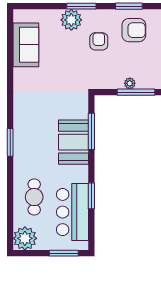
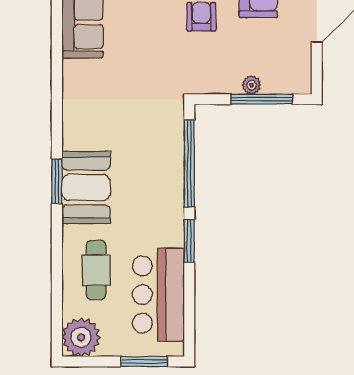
window: (91, 131) -> (189, 163), width x1.46
booth: (74, 142) -> (86, 187), moved
window: (91, 196) -> (189, 241), moved

